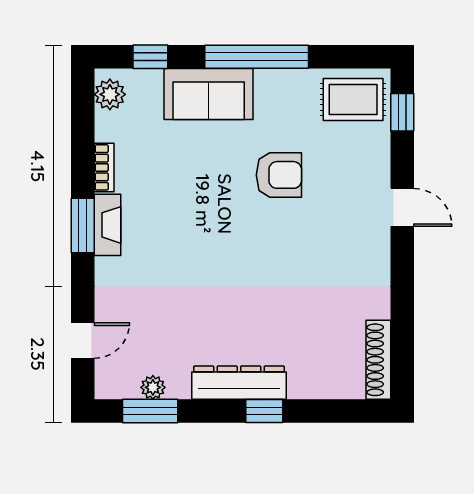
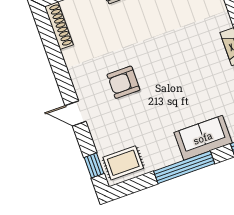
armchair: (279, 175) -> (123, 82), moved

